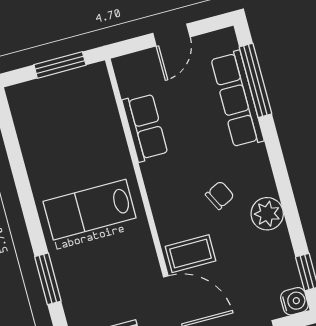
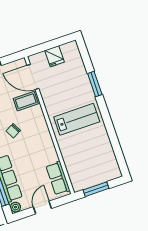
plant: (226, 40) -> (16, 207), added
row of seats: (145, 127) -> (58, 178), moved

